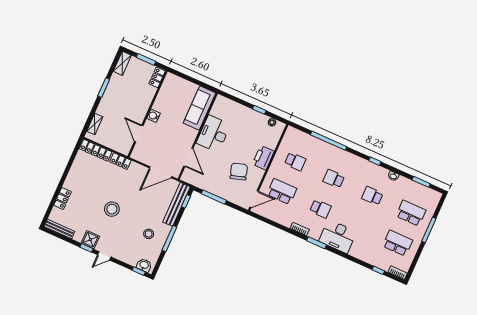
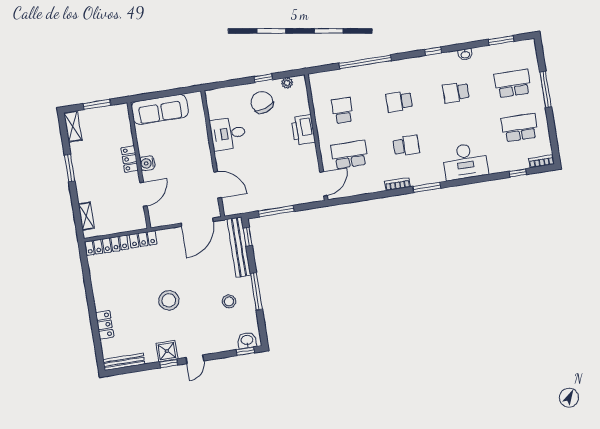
locker: (157, 77) -> (130, 159), moved
sofa: (200, 108) -> (160, 109), moved, turned -90
door: (139, 133) -> (144, 194), swing flipped
desk: (213, 134) -> (228, 134), width x0.73
school desk: (295, 162) -> (342, 110), turned -90
chair: (239, 171) -> (262, 102), moved
desk: (338, 236) -> (465, 161), moved

